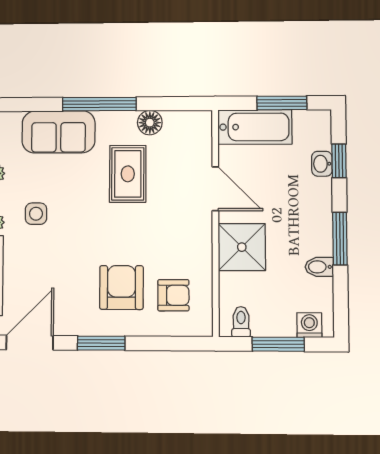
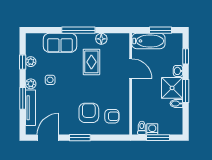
washbasin: (322, 164) -> (178, 71), moved
shower: (242, 247) -> (172, 88), moved
washing machine: (309, 325) -> (152, 129), moved

